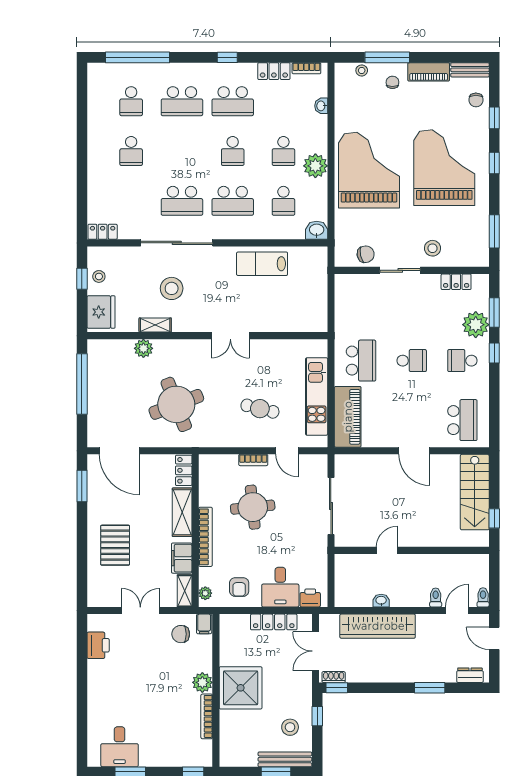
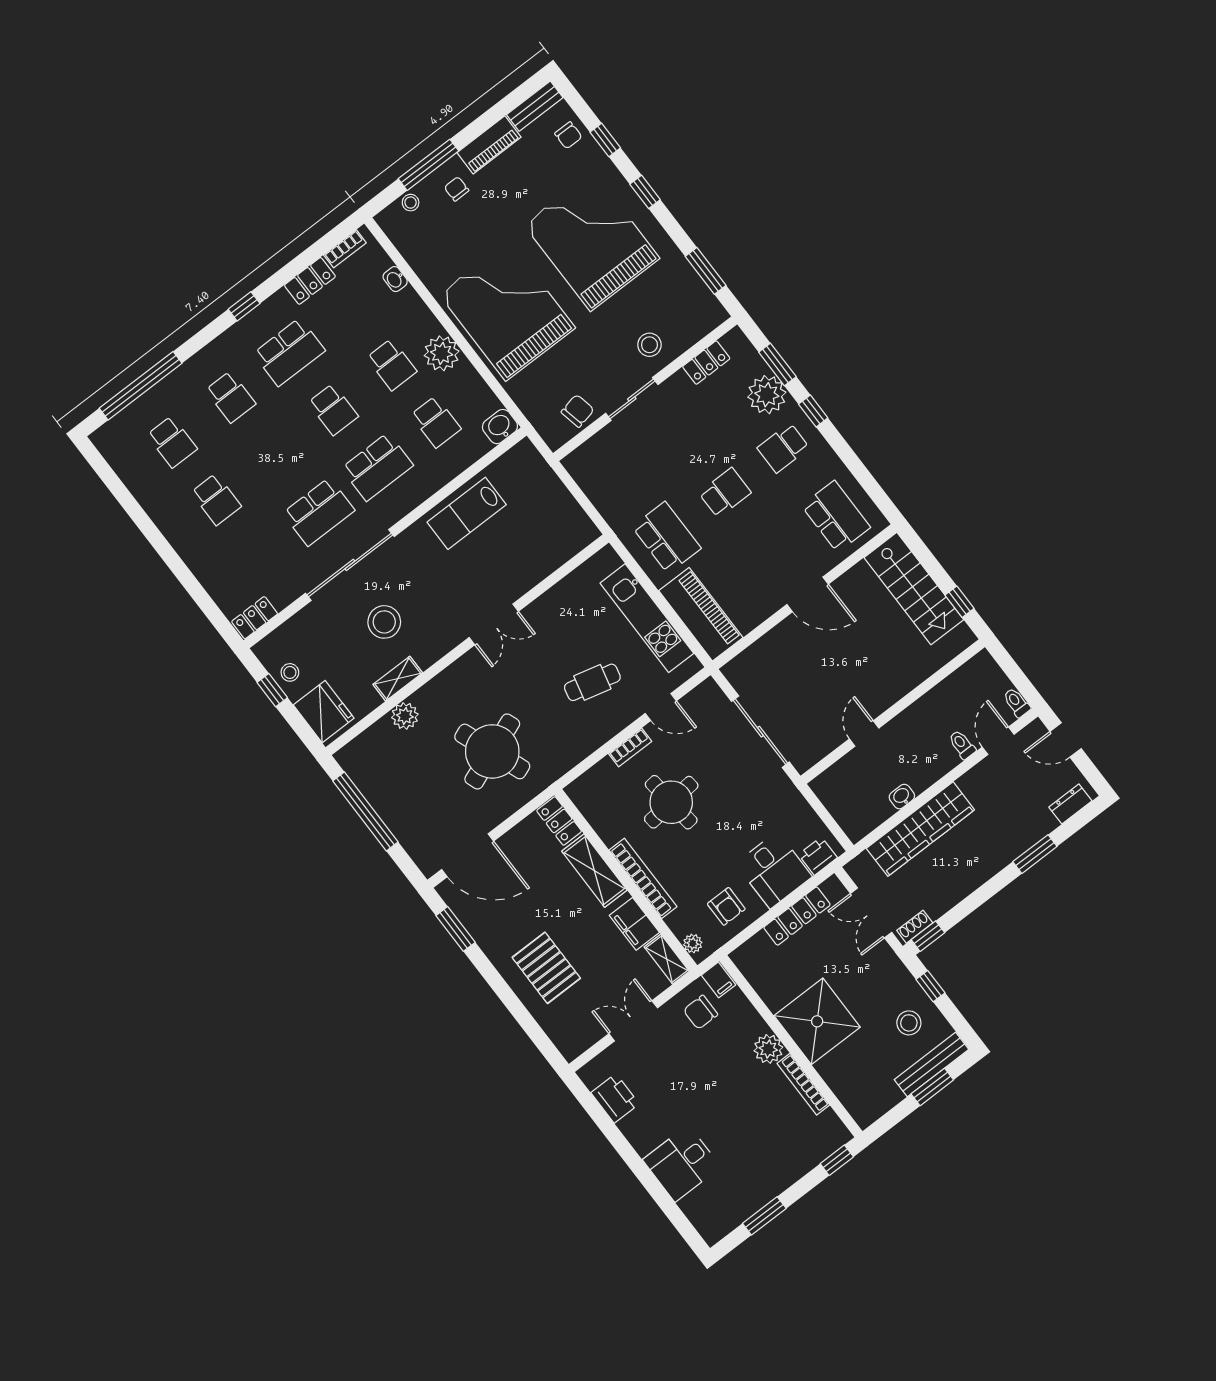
school desk: (182, 101) -> (231, 397), width x0.54
desk: (120, 747) -> (682, 1163), moved, turned 90

